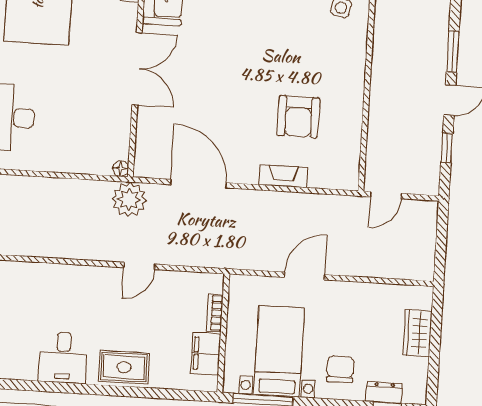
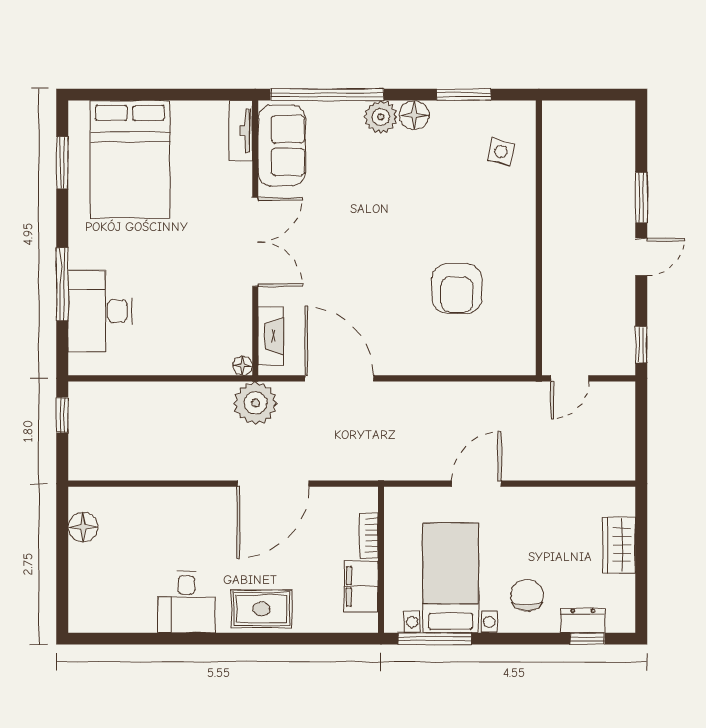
window: (447, 148) -> (641, 345), moved
fireplace: (283, 176) -> (271, 336), moved, turned 90
door: (139, 266) -> (273, 484), width x1.87

